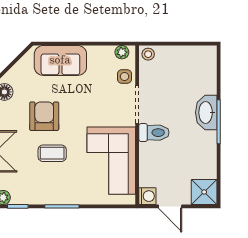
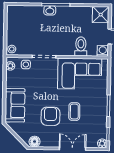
washbasin: (206, 113) -> (50, 10), width x0.52, depth x0.69
armchair: (44, 116) -> (51, 116), turned 90
toilet: (154, 133) -> (81, 46), moved

